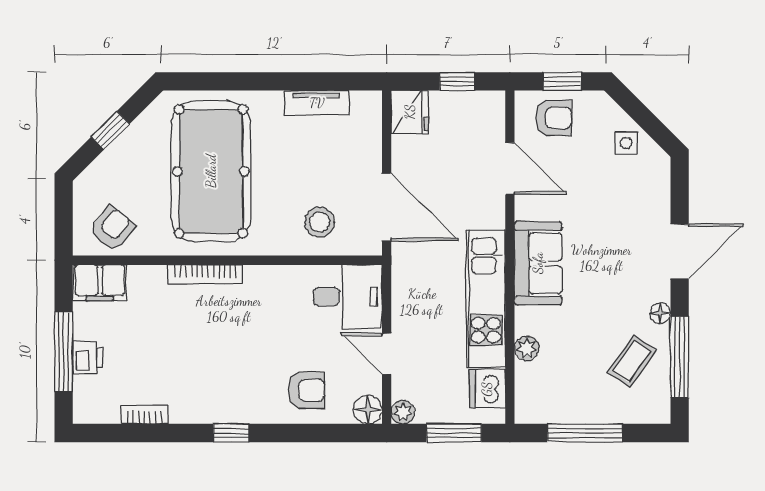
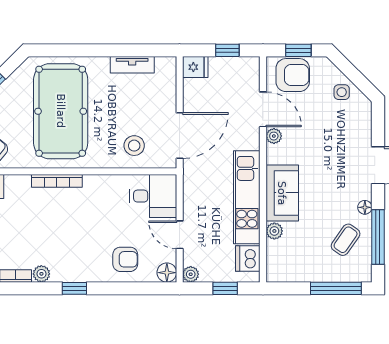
fridge: (410, 112) -> (195, 67), width x0.72
armchair: (554, 118) -> (293, 75), width x1.38, depth x1.38
door: (387, 207) -> (180, 135), hinge flipped
plant: (526, 208) -> (274, 136), added
sofa: (538, 263) -> (282, 193), moved
plant: (183, 411) -> (41, 274), added
window: (454, 433) -> (225, 288), width x0.67
window: (585, 433) -> (336, 288), moved

